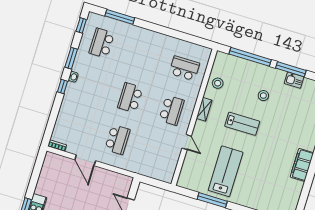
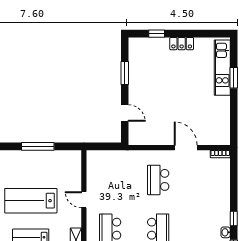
lab bench: (226, 171) -> (31, 201), moved, turned 90

